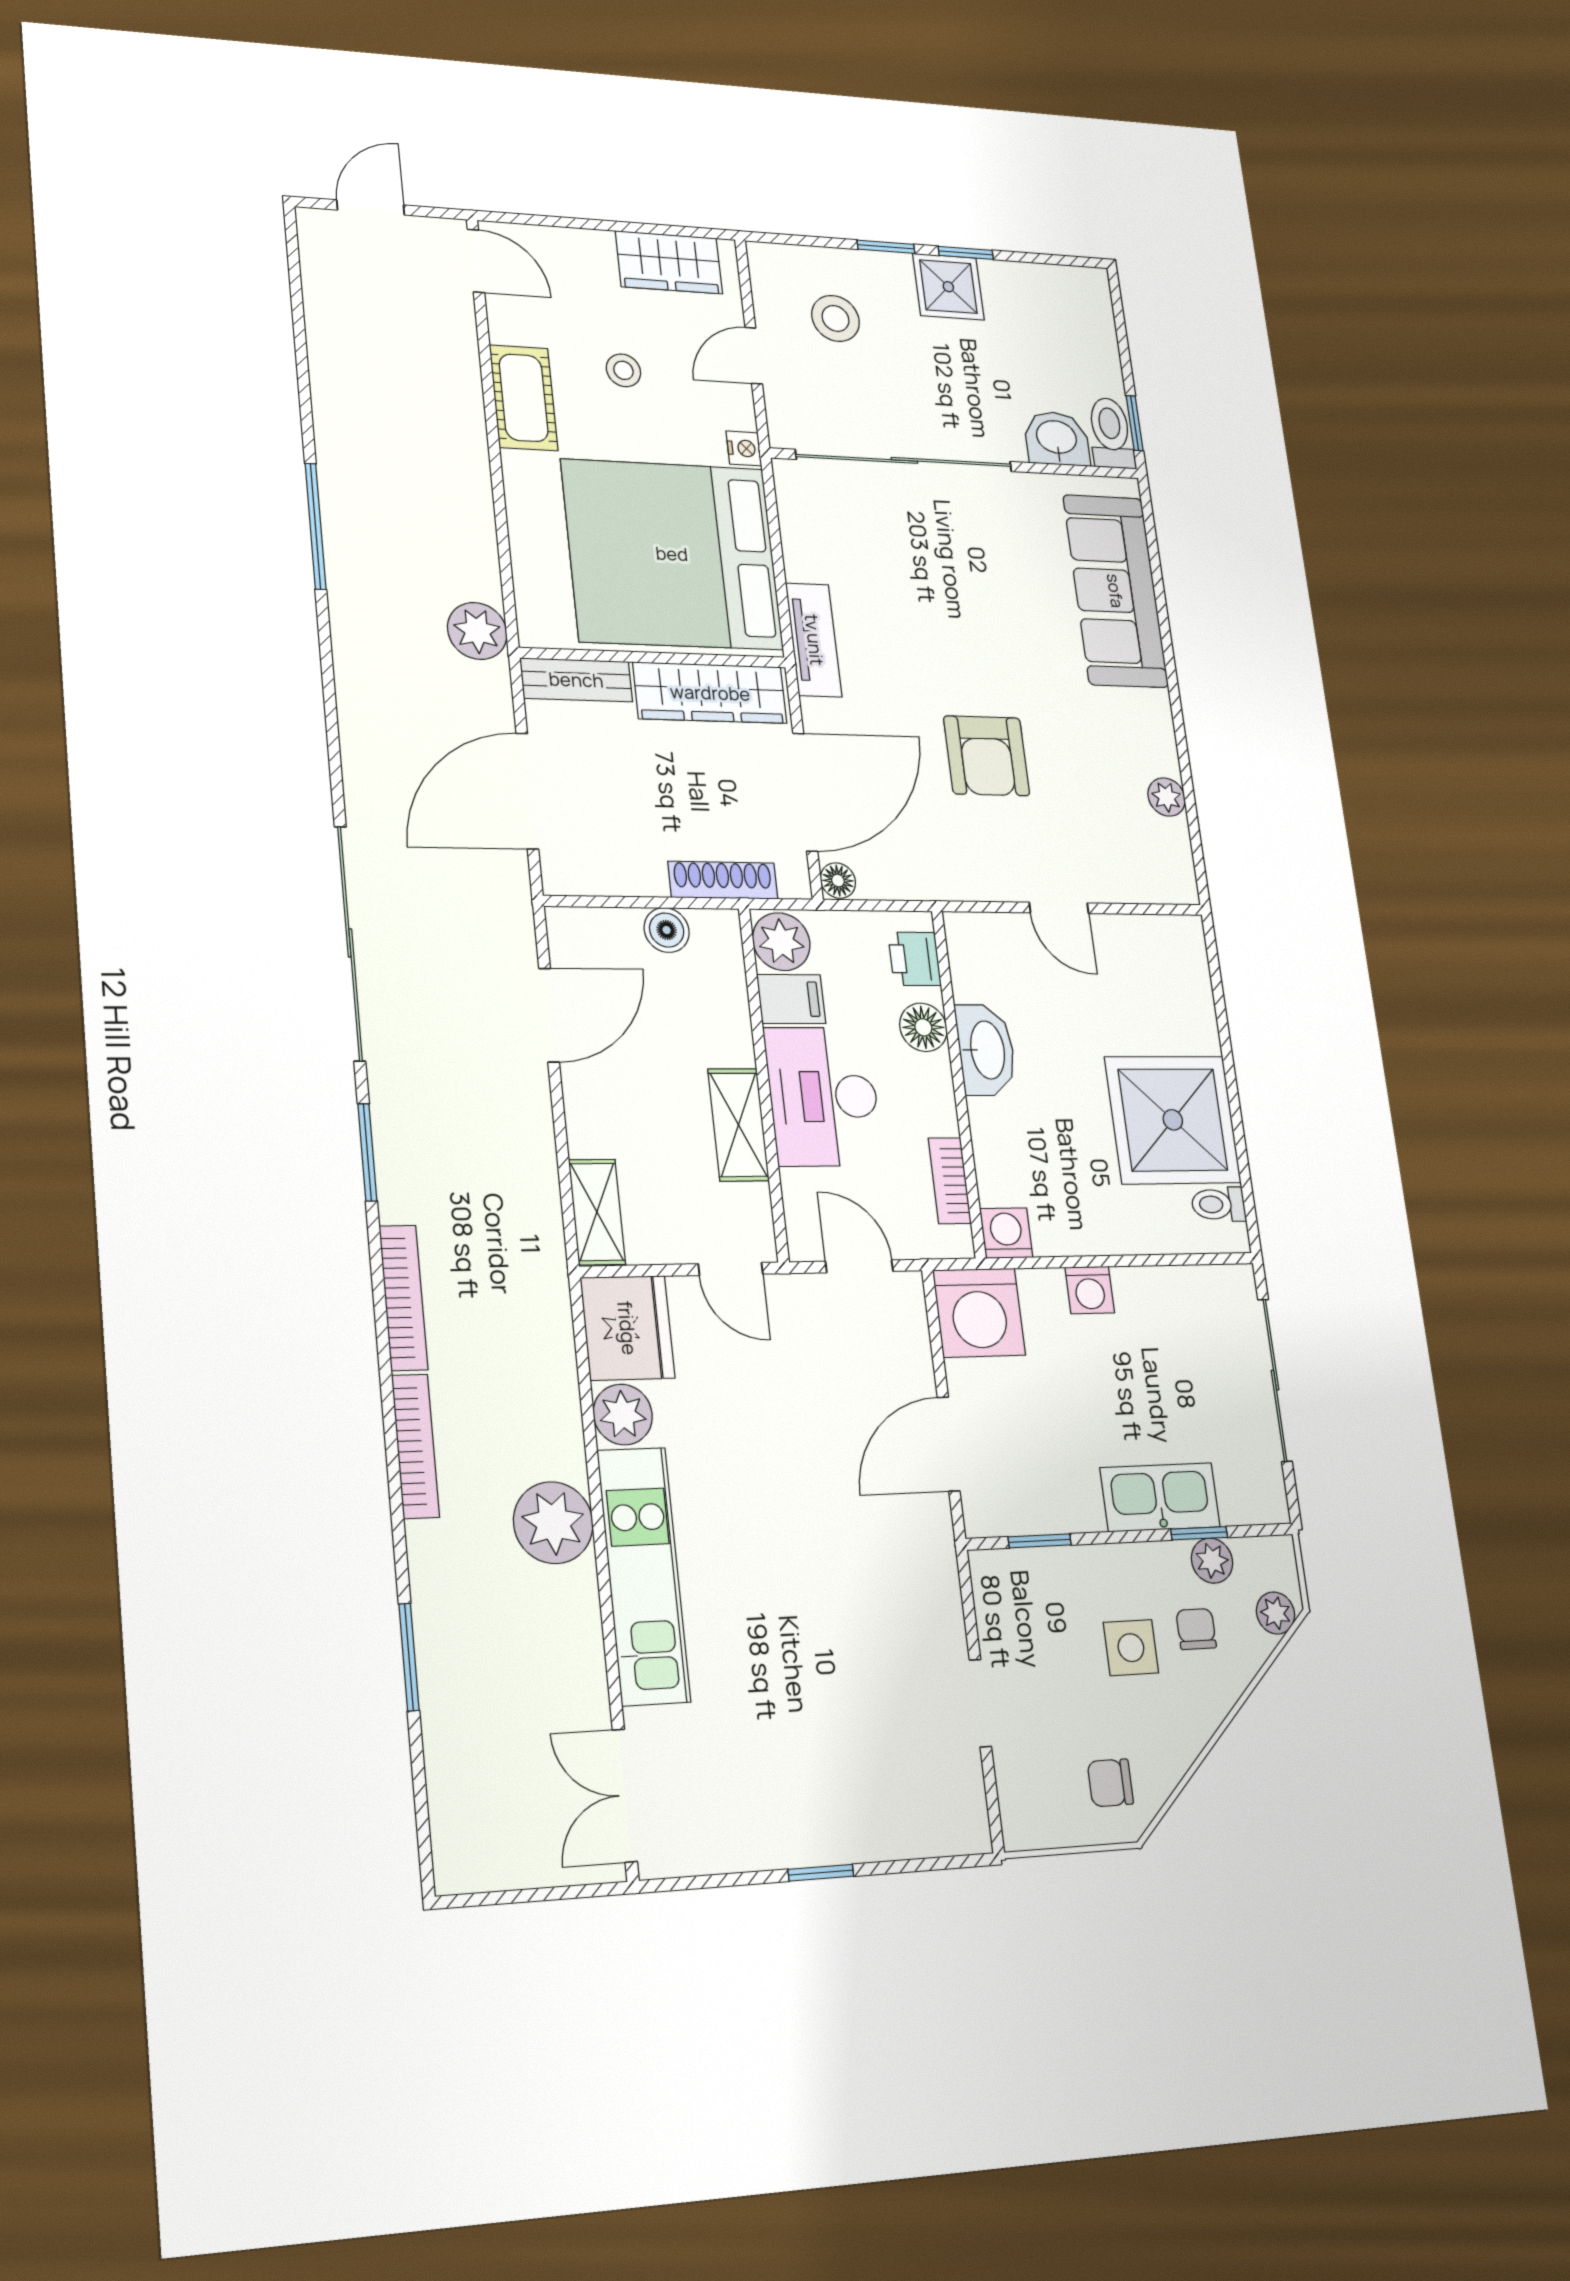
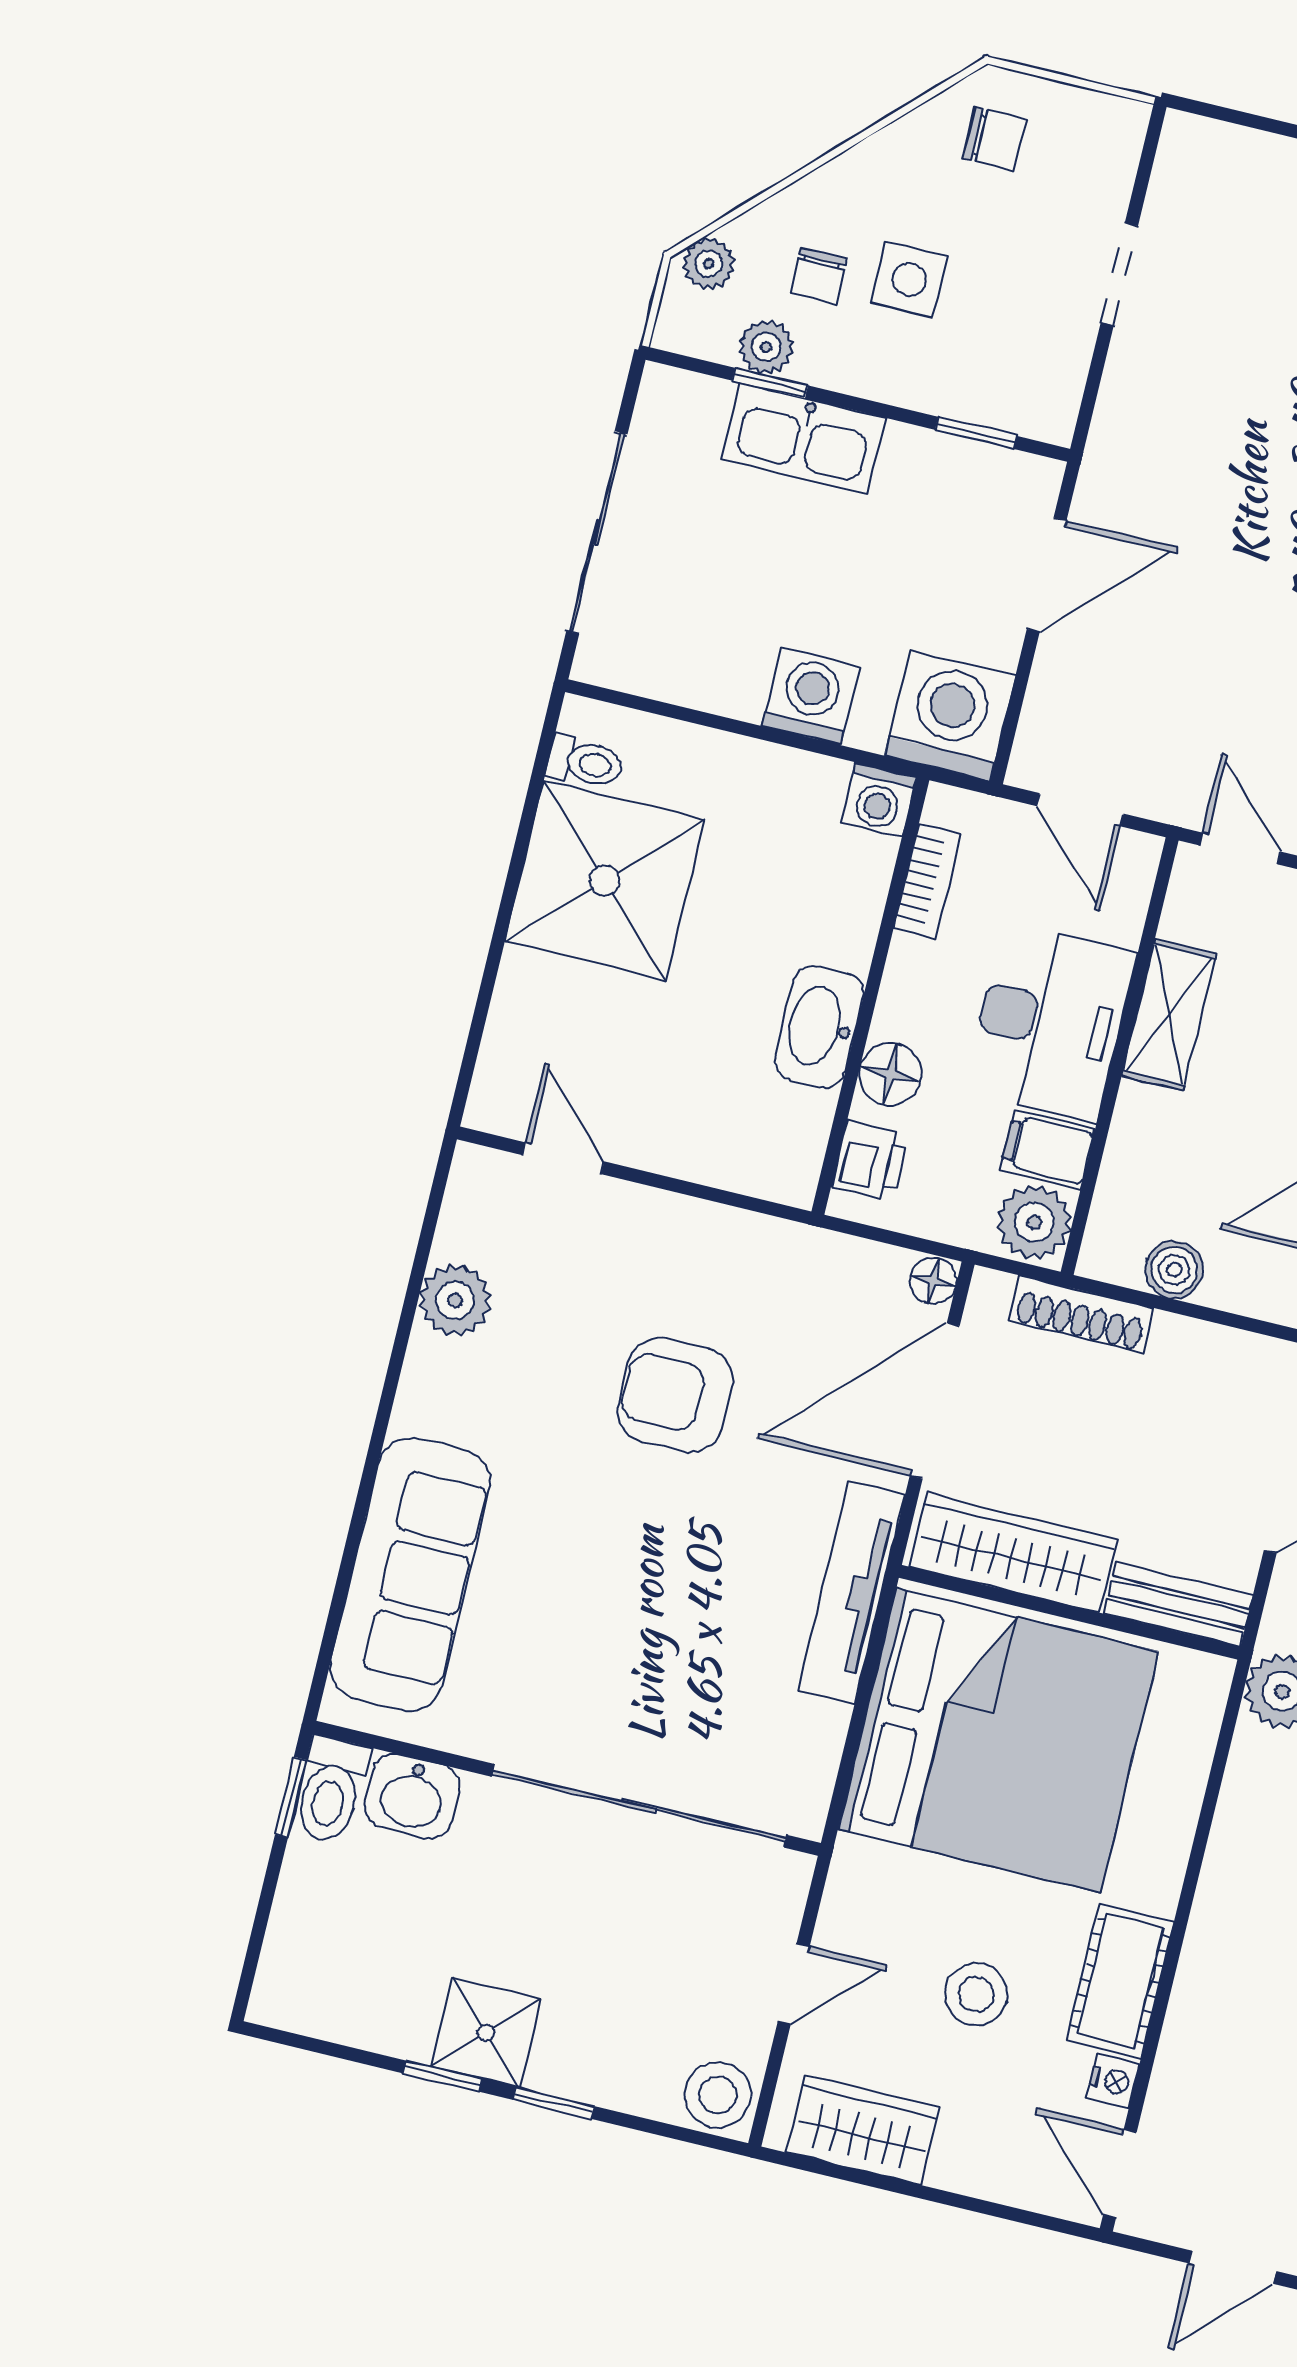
stool: (835, 318) -> (718, 2095), moved
stool: (623, 370) -> (976, 1994), width x1.37, depth x1.37
nightstand: (744, 448) -> (1113, 2081), moved, turned 180
tv unit: (814, 640) -> (851, 1593), width x1.41
armchair: (987, 756) -> (675, 1395), turned -90
plant: (1167, 797) -> (455, 1300), width x1.38, depth x1.38
door: (1059, 908) -> (563, 1158), moved
washing machine: (1090, 1290) -> (811, 696), width x1.38, depth x1.38

